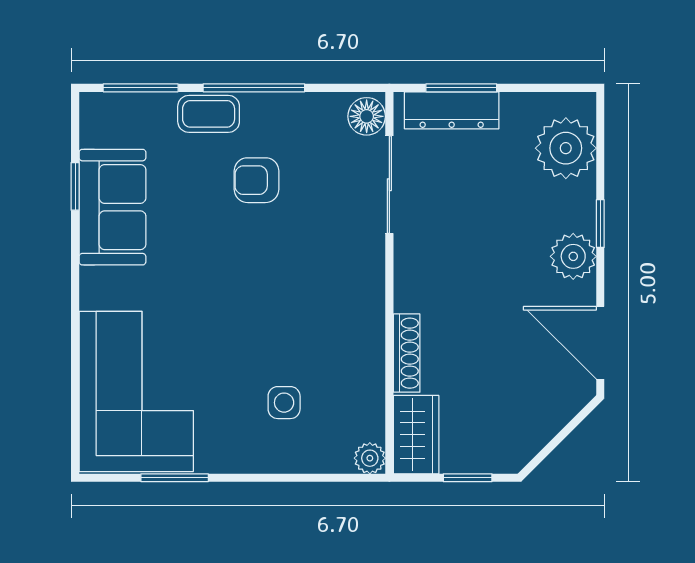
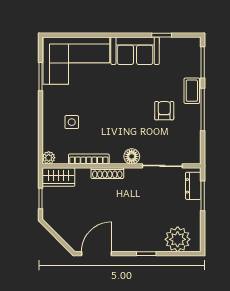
dresser: (452, 110) -> (193, 186), width x0.70
floor lamp: (367, 116) -> (132, 156), moved
sofa: (112, 207) -> (135, 51), moved
plant: (573, 256) -> (133, 242), removed
shoe rack: (407, 353) -> (107, 173), moved
bookcase: (373, 361) -> (89, 159), added

